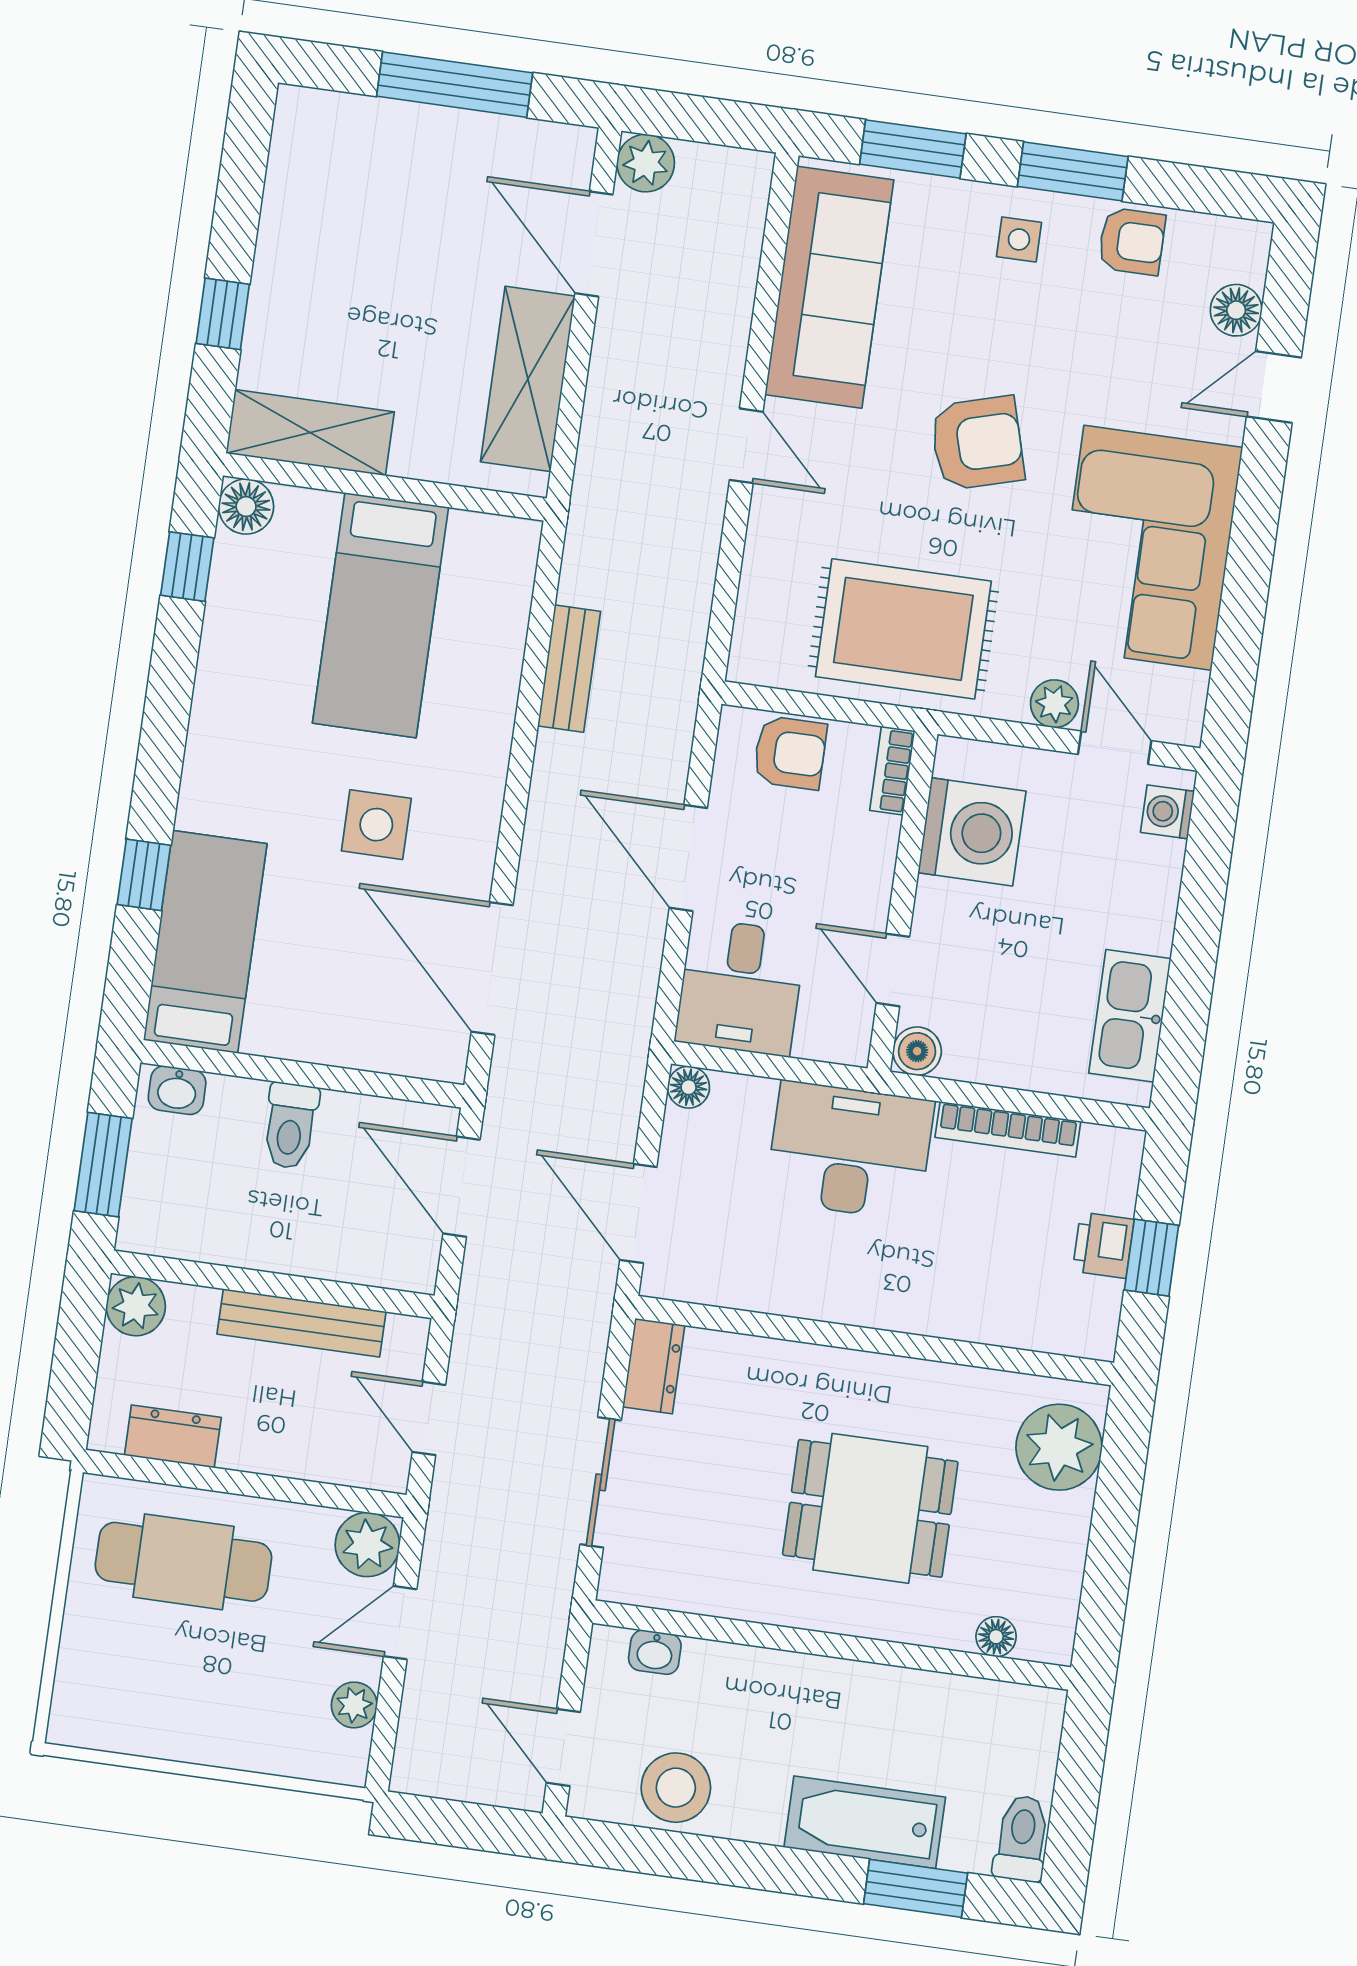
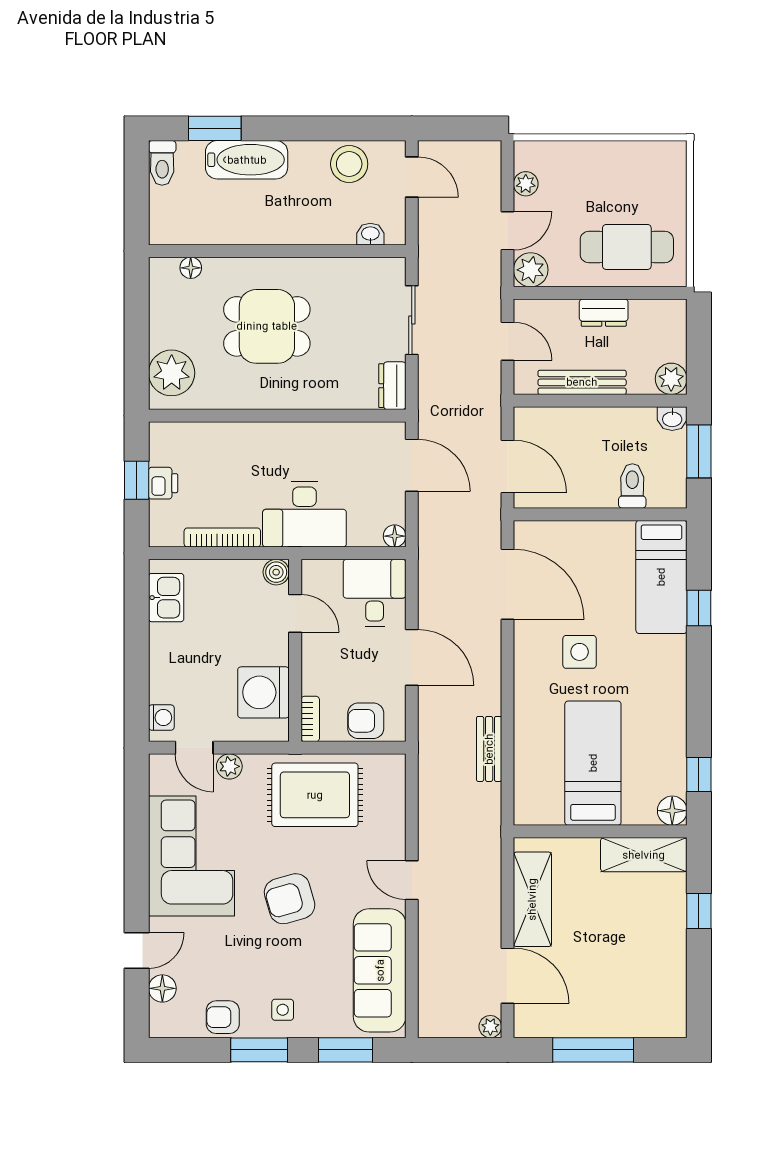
plant: (646, 163) -> (490, 1027), width x0.73, depth x0.73
kitchen sink: (1130, 1016) -> (166, 598), width x0.73
washbasin: (177, 1090) -> (672, 419), moved, turned 180
toilet: (290, 1126) -> (632, 486), moved
dresser: (173, 1436) -> (604, 313), moved

